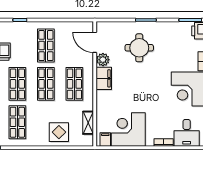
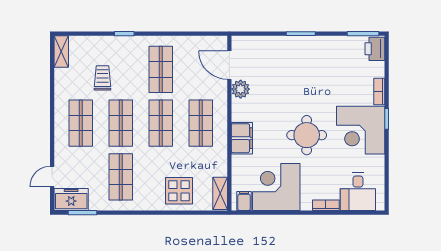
round table: (139, 48) -> (307, 135), moved
filing cabinet: (104, 78) -> (242, 138), moved
shelving: (88, 123) -> (220, 193), moved

